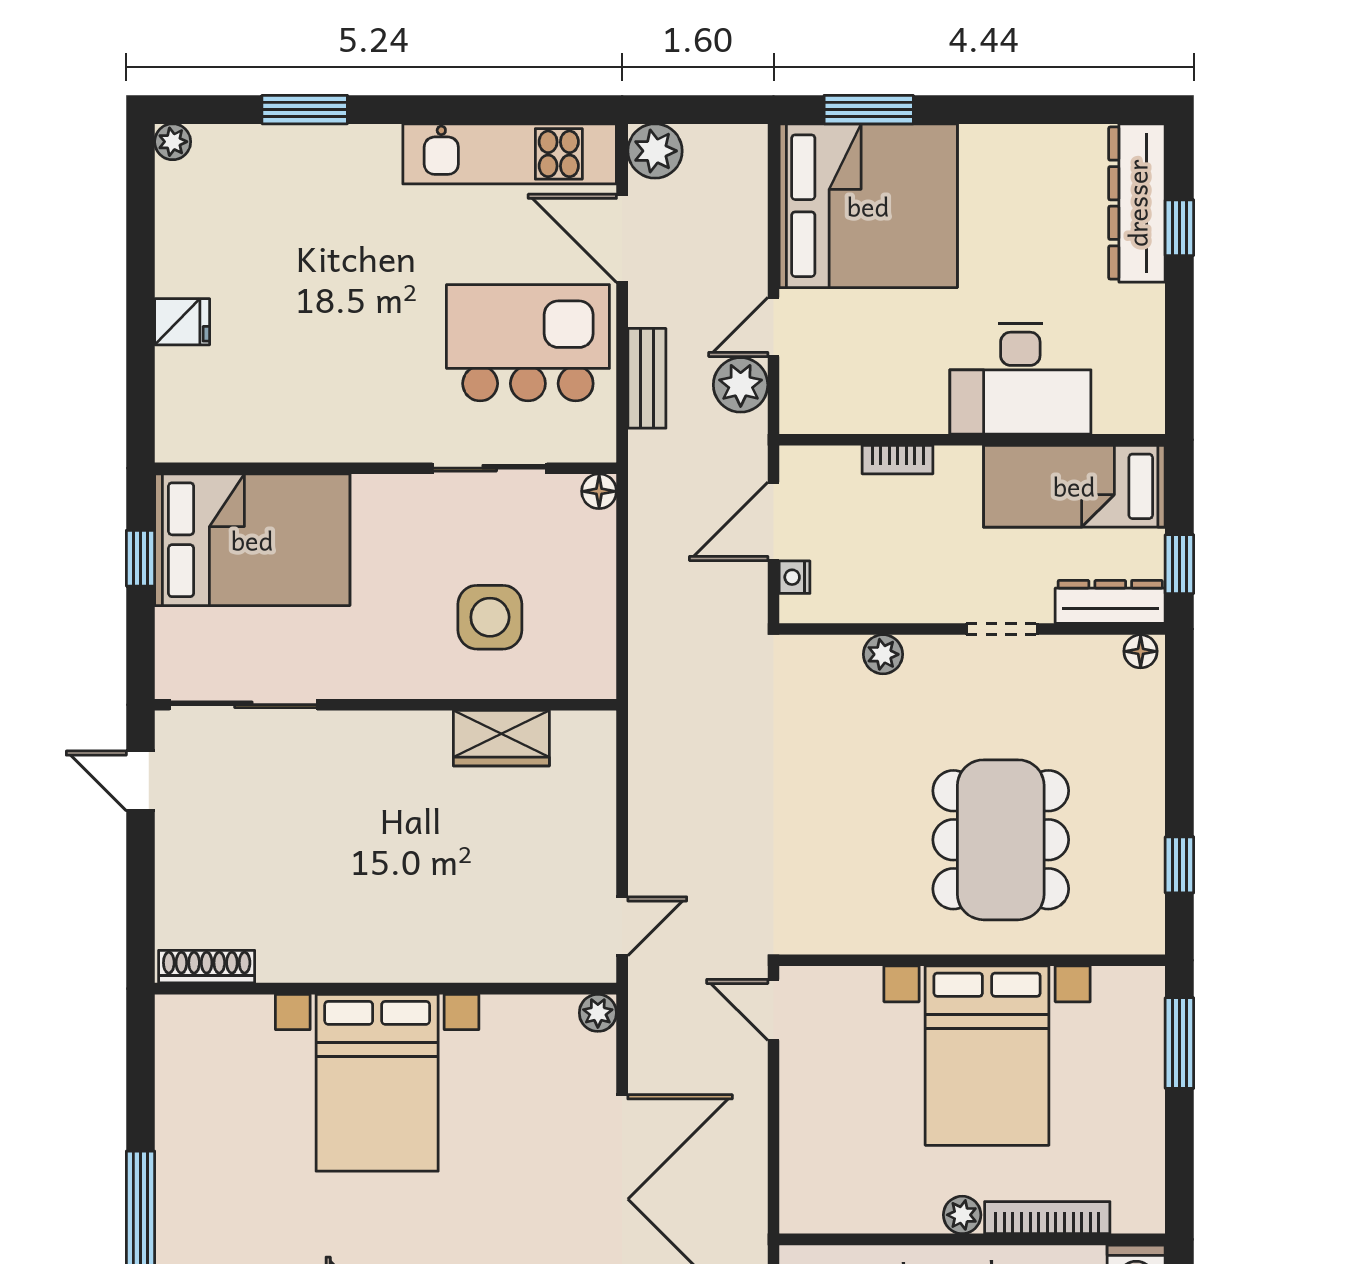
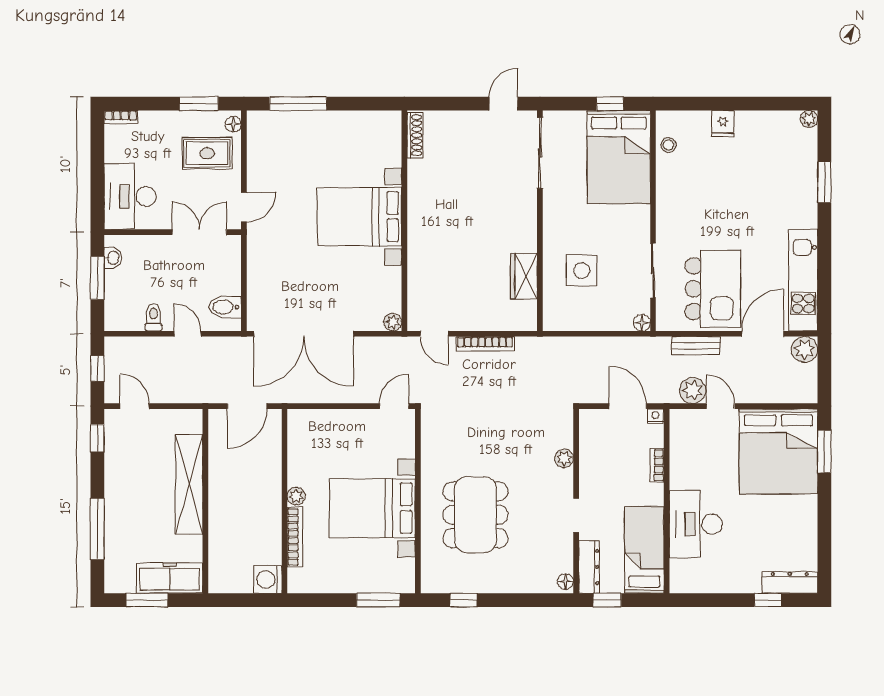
dresser: (1137, 203) -> (790, 582), width x0.73, depth x0.80
stool: (227, 436) -> (668, 145), added
nightstand: (795, 577) -> (655, 416), moved
bookcase: (643, 819) -> (485, 344), added
dining table: (1001, 840) -> (475, 515), turned 90

